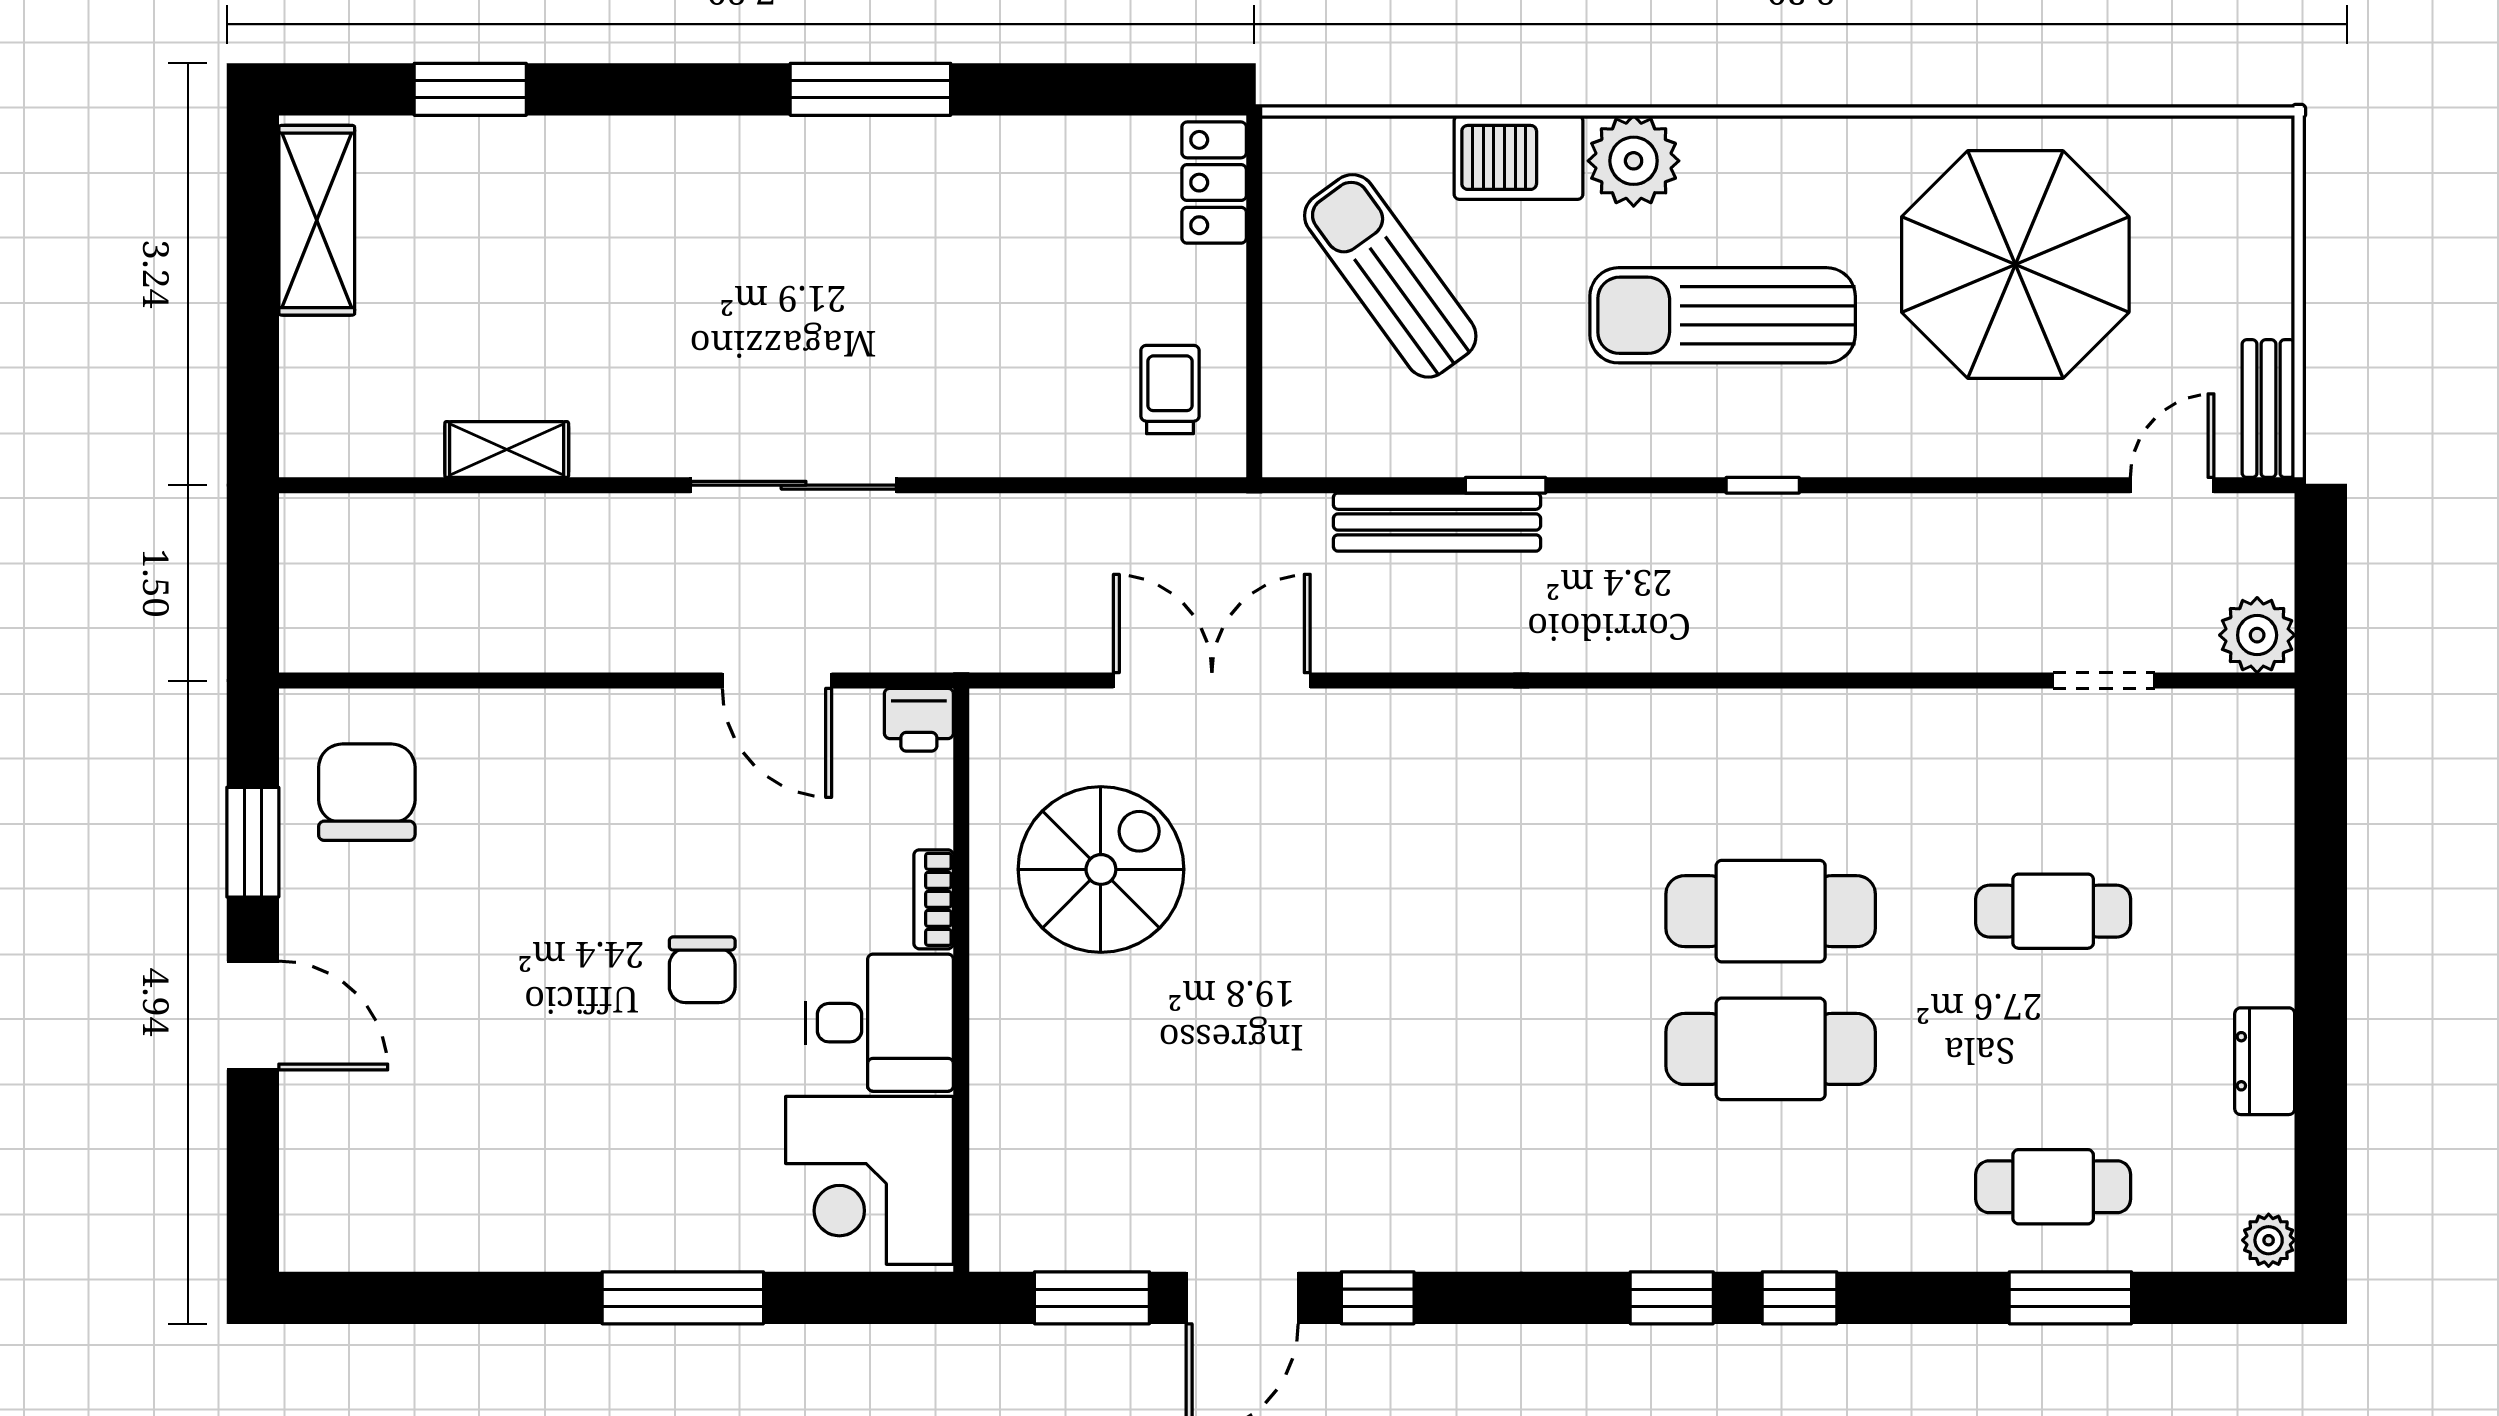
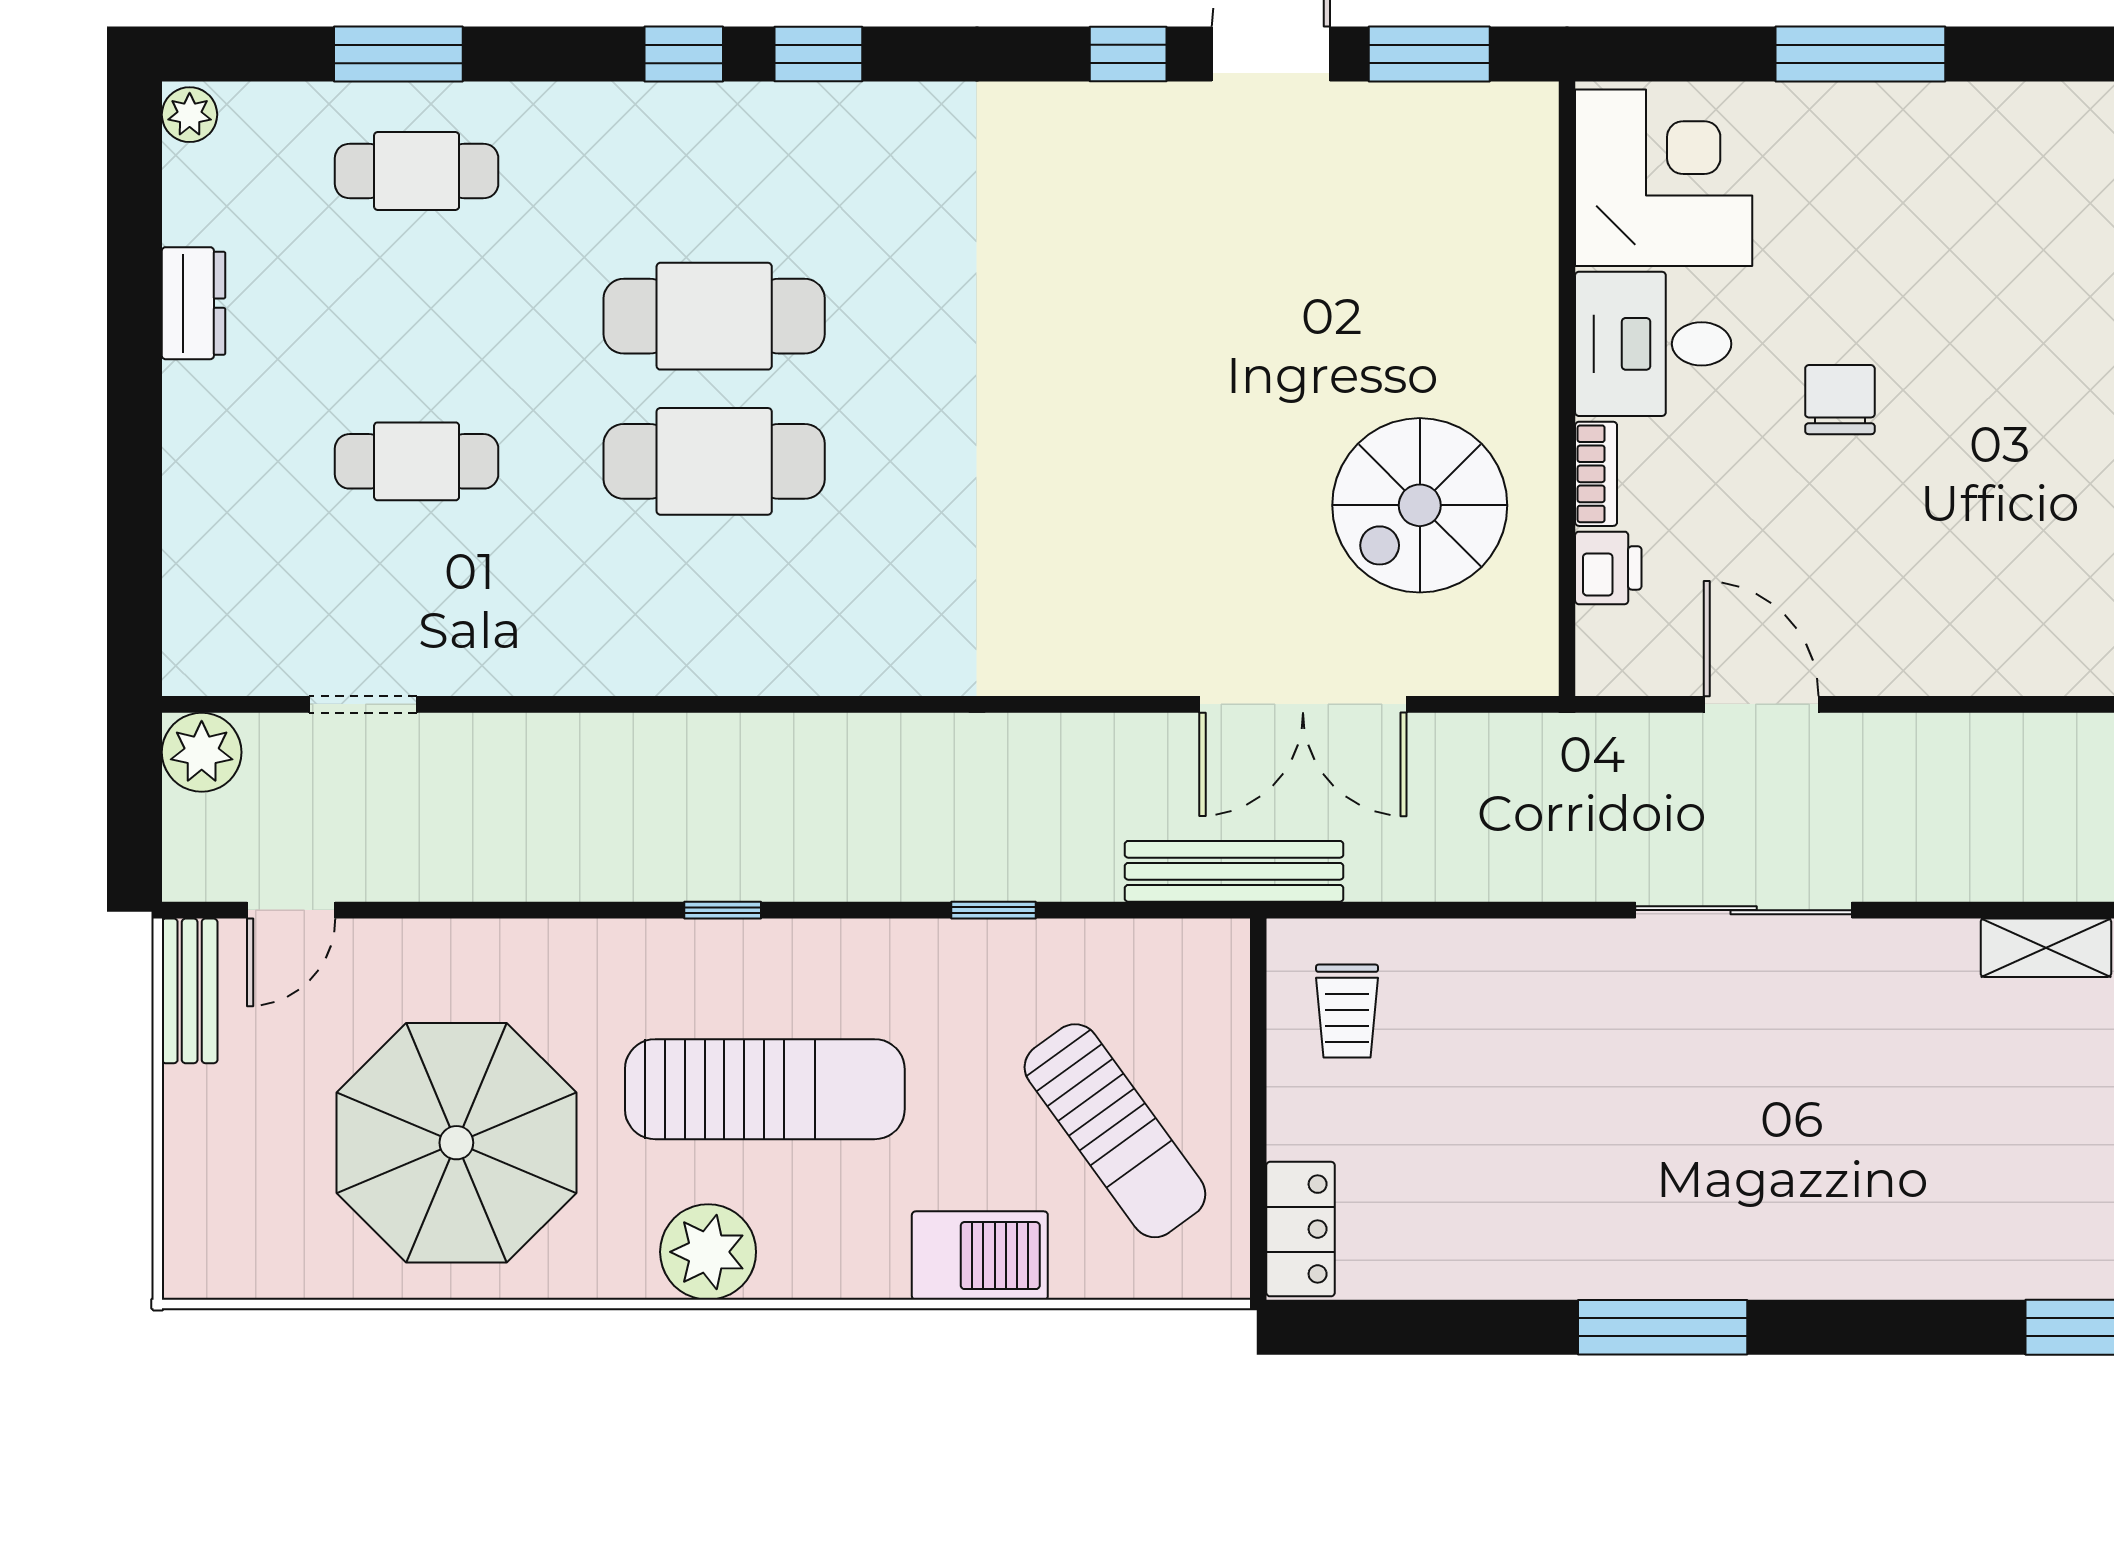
plant: (1634, 161) -> (708, 1252), moved
bench: (1437, 522) -> (1234, 871), moved
printer: (919, 720) -> (1608, 568), moved, turned 90

